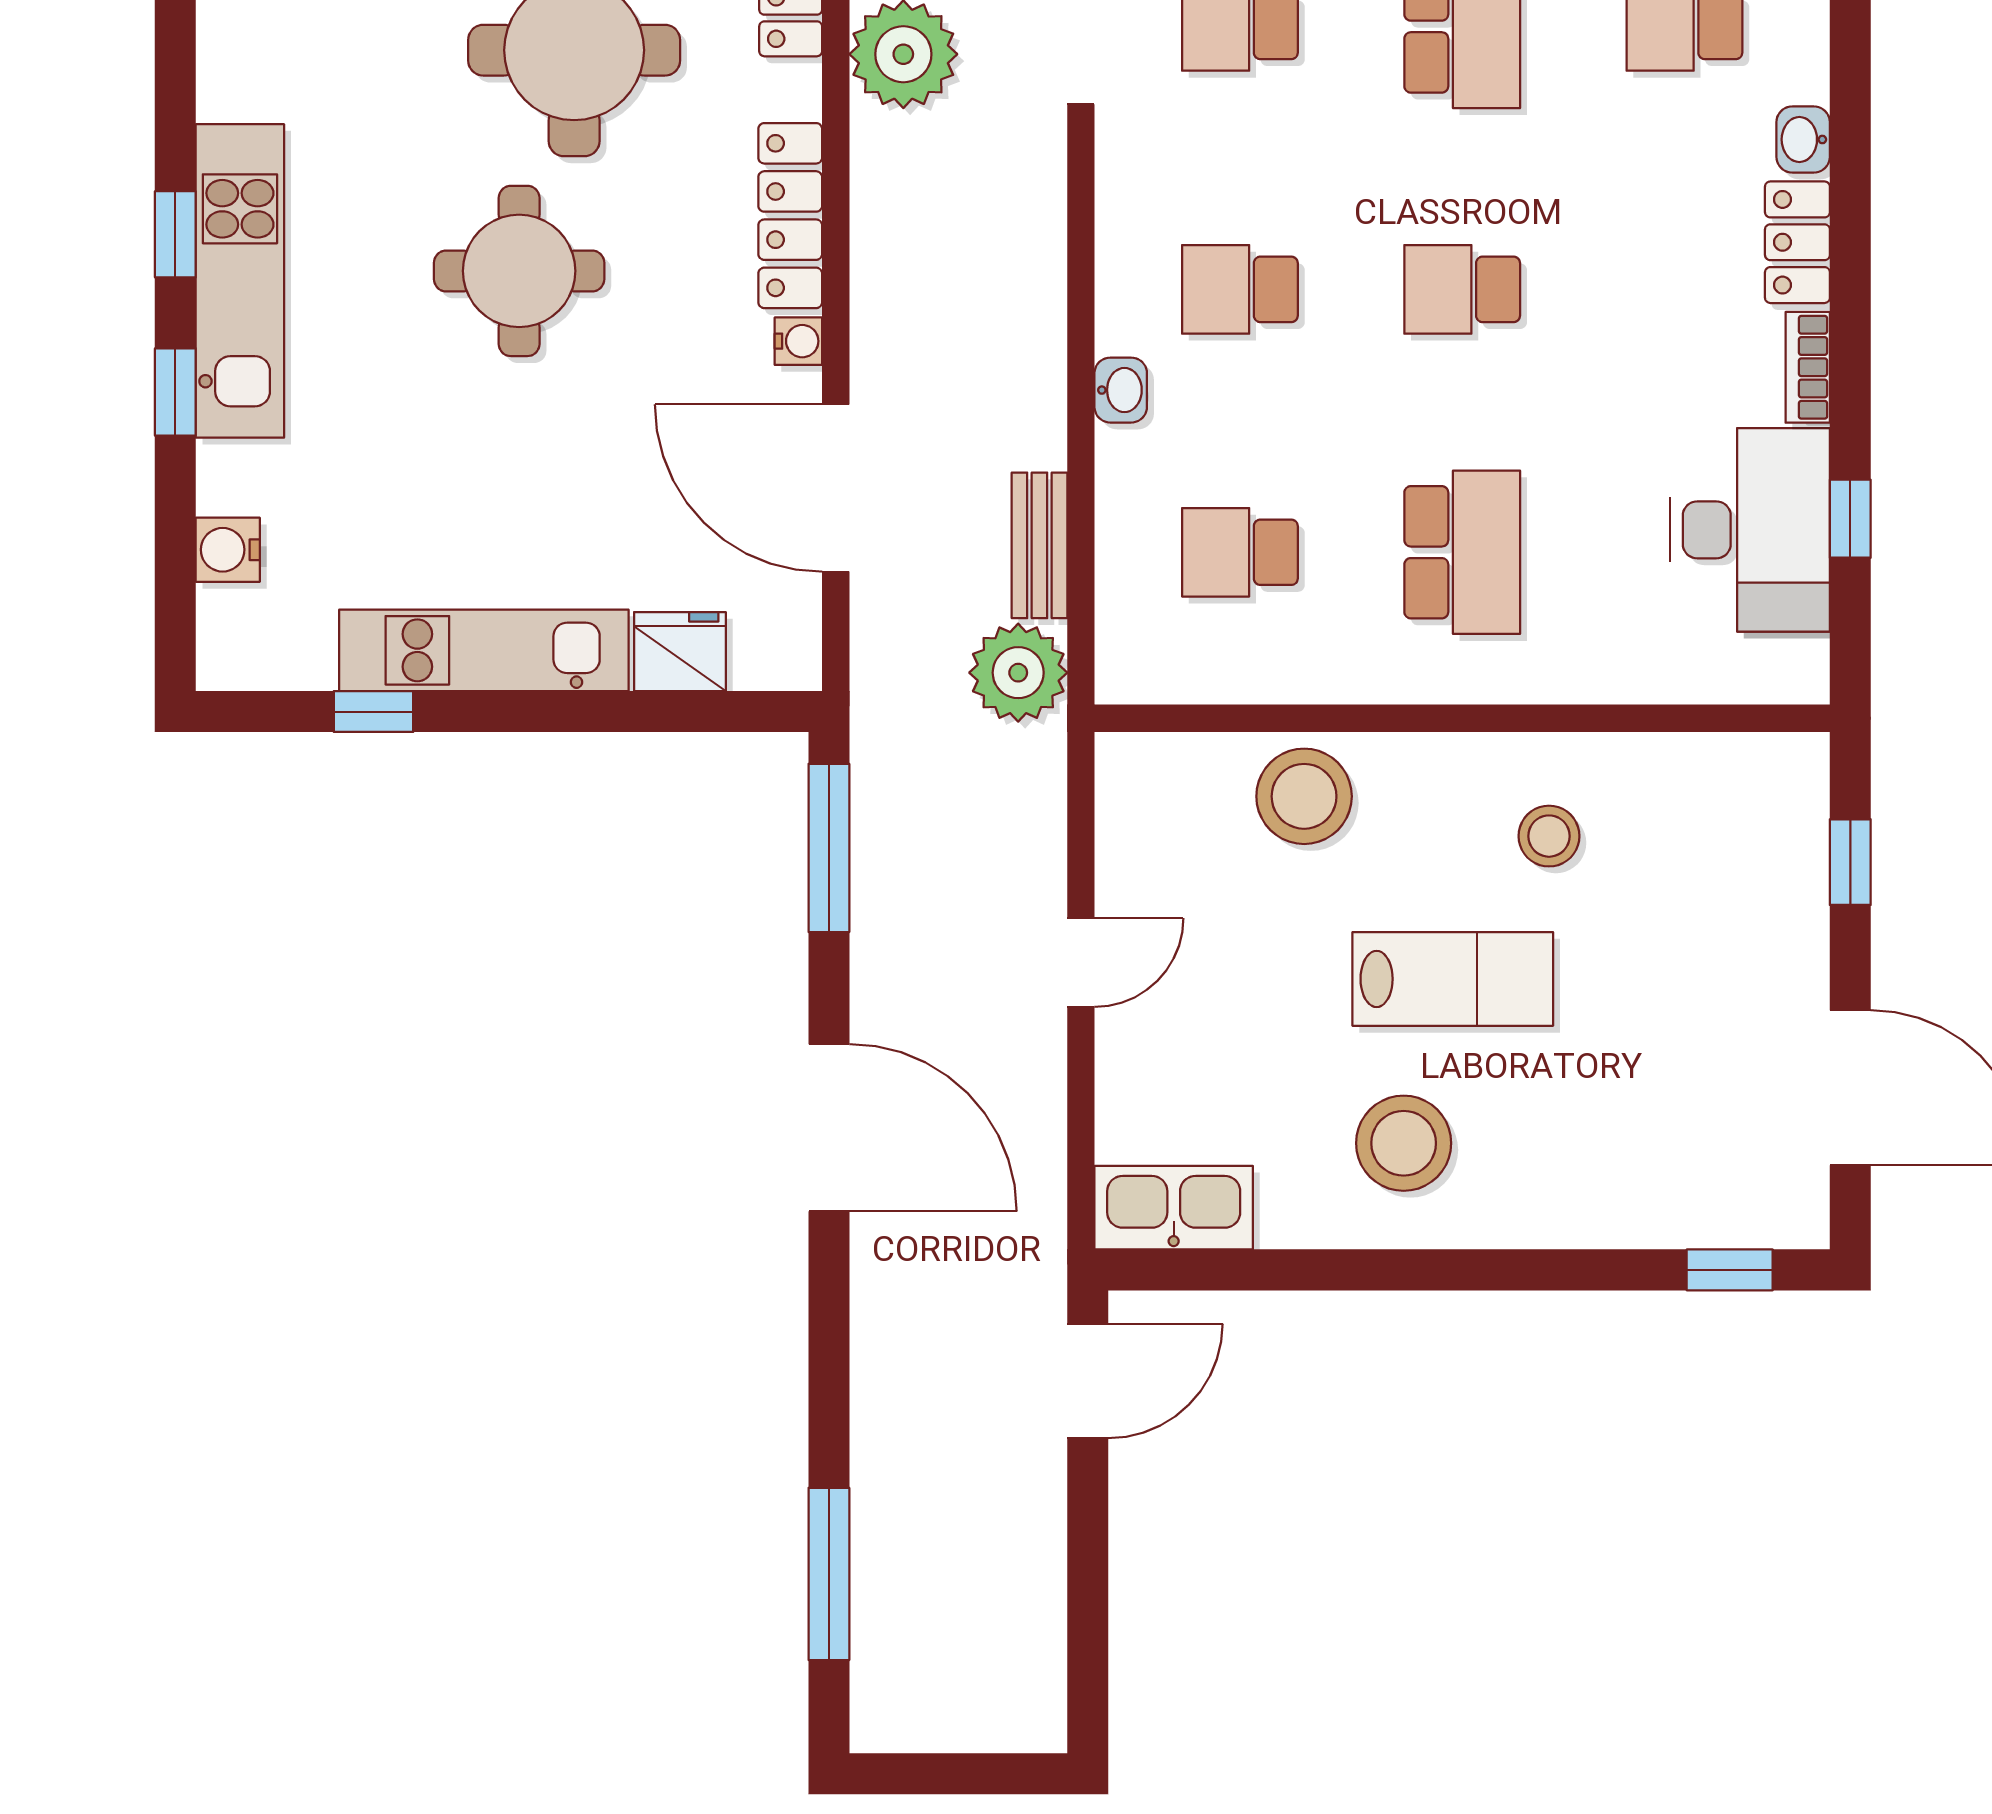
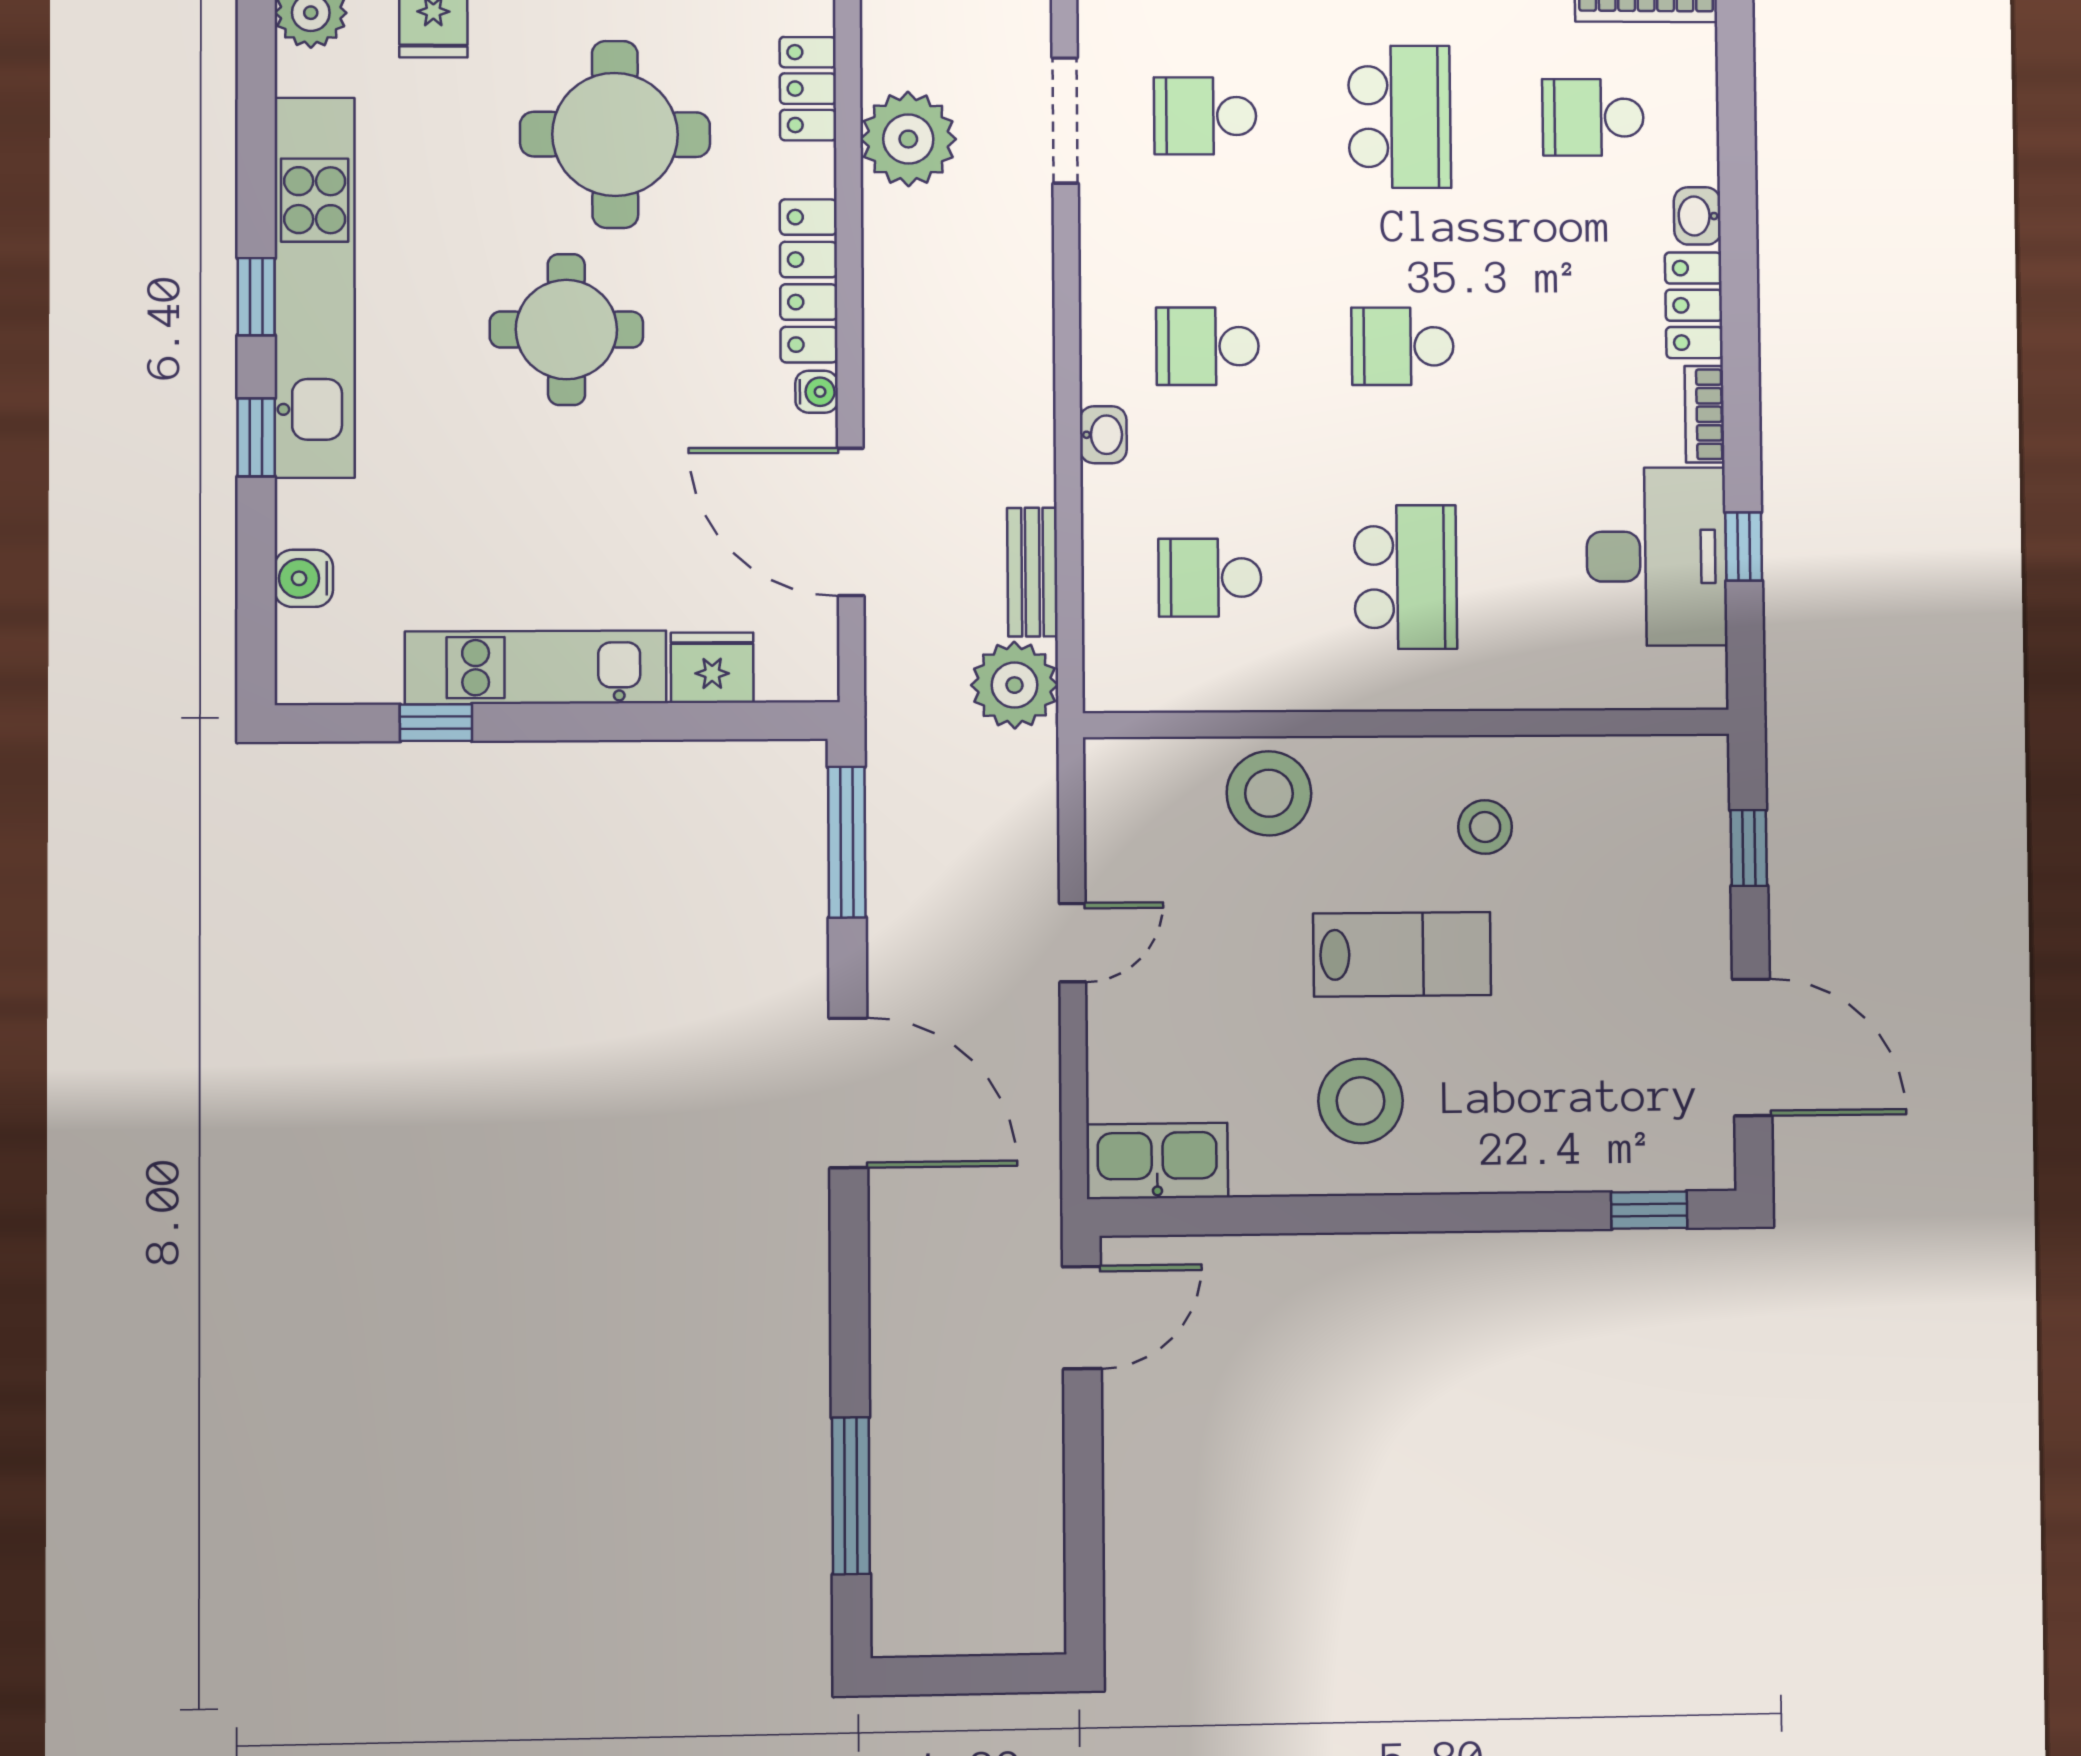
kitchen unit: (240, 281) -> (315, 287), width x1.36

